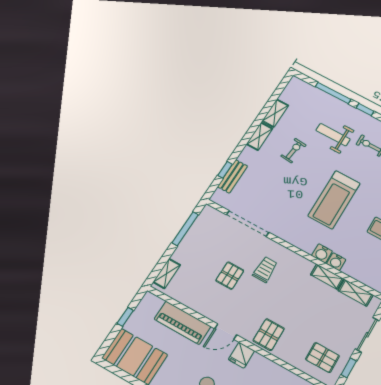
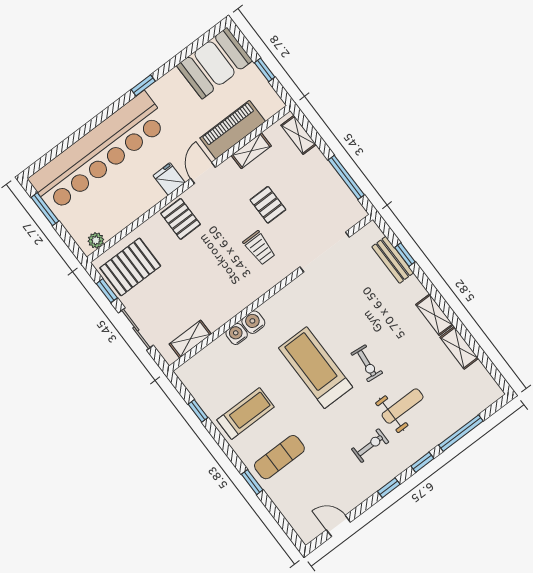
exercise bike: (294, 151) -> (367, 363), moved
shelving: (327, 277) -> (251, 151), moved
pallet: (322, 358) -> (130, 267), width x1.50, depth x1.42

